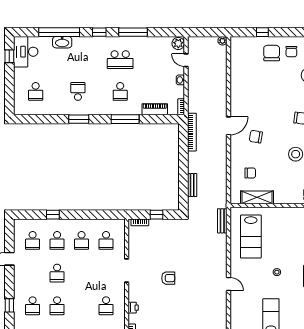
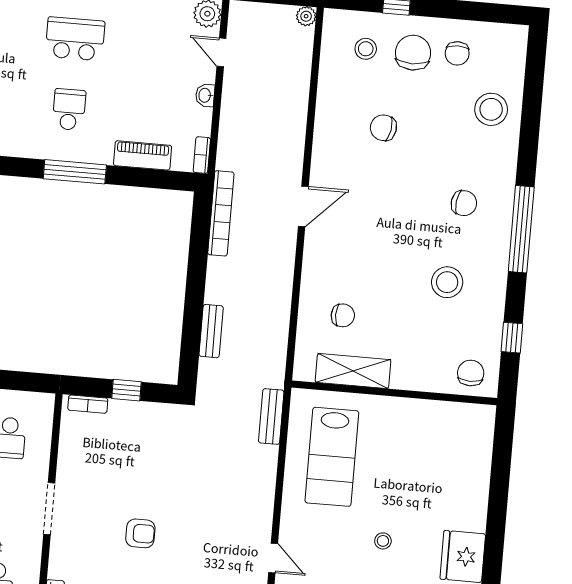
stool: (250, 53) -> (366, 49), added
school desk: (120, 60) -> (75, 39), turned 180
school desk: (120, 91) -> (69, 109), turned 180
chair: (256, 137) -> (383, 128), moved

